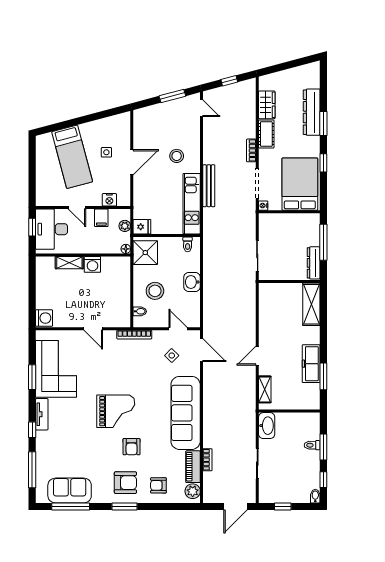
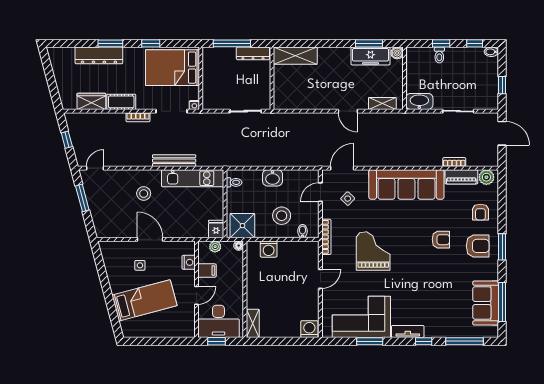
shelving: (69, 263) -> (253, 323), moved
washing machine: (92, 264) -> (269, 249), moved, turned 90
freezer: (311, 364) -> (370, 56), moved
boiler: (314, 404) -> (397, 53), added
grand piano: (116, 411) -> (373, 251), moved
window: (323, 447) -> (441, 43), width x0.67
armchair: (125, 483) -> (478, 246), turned 90

